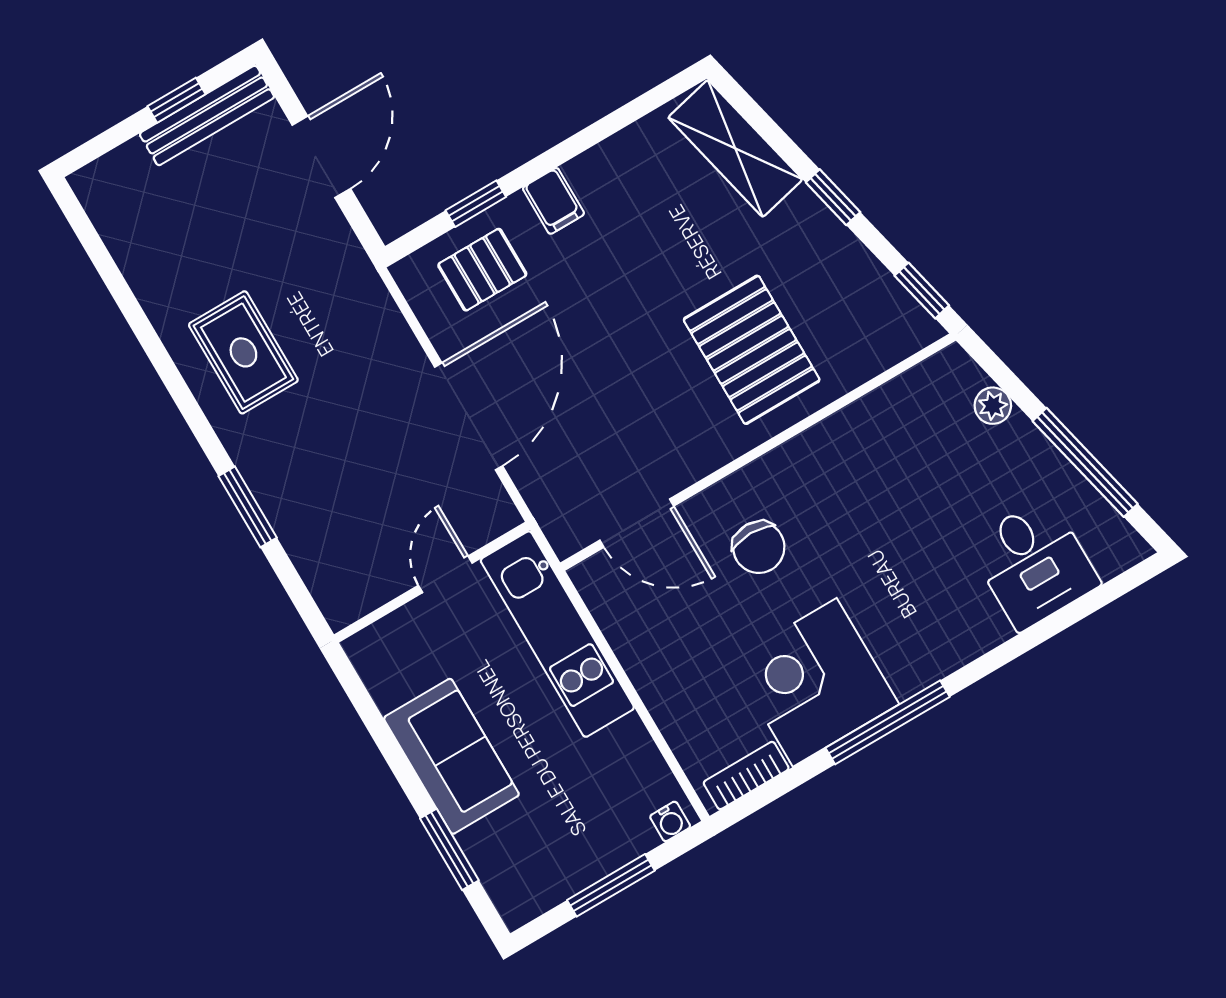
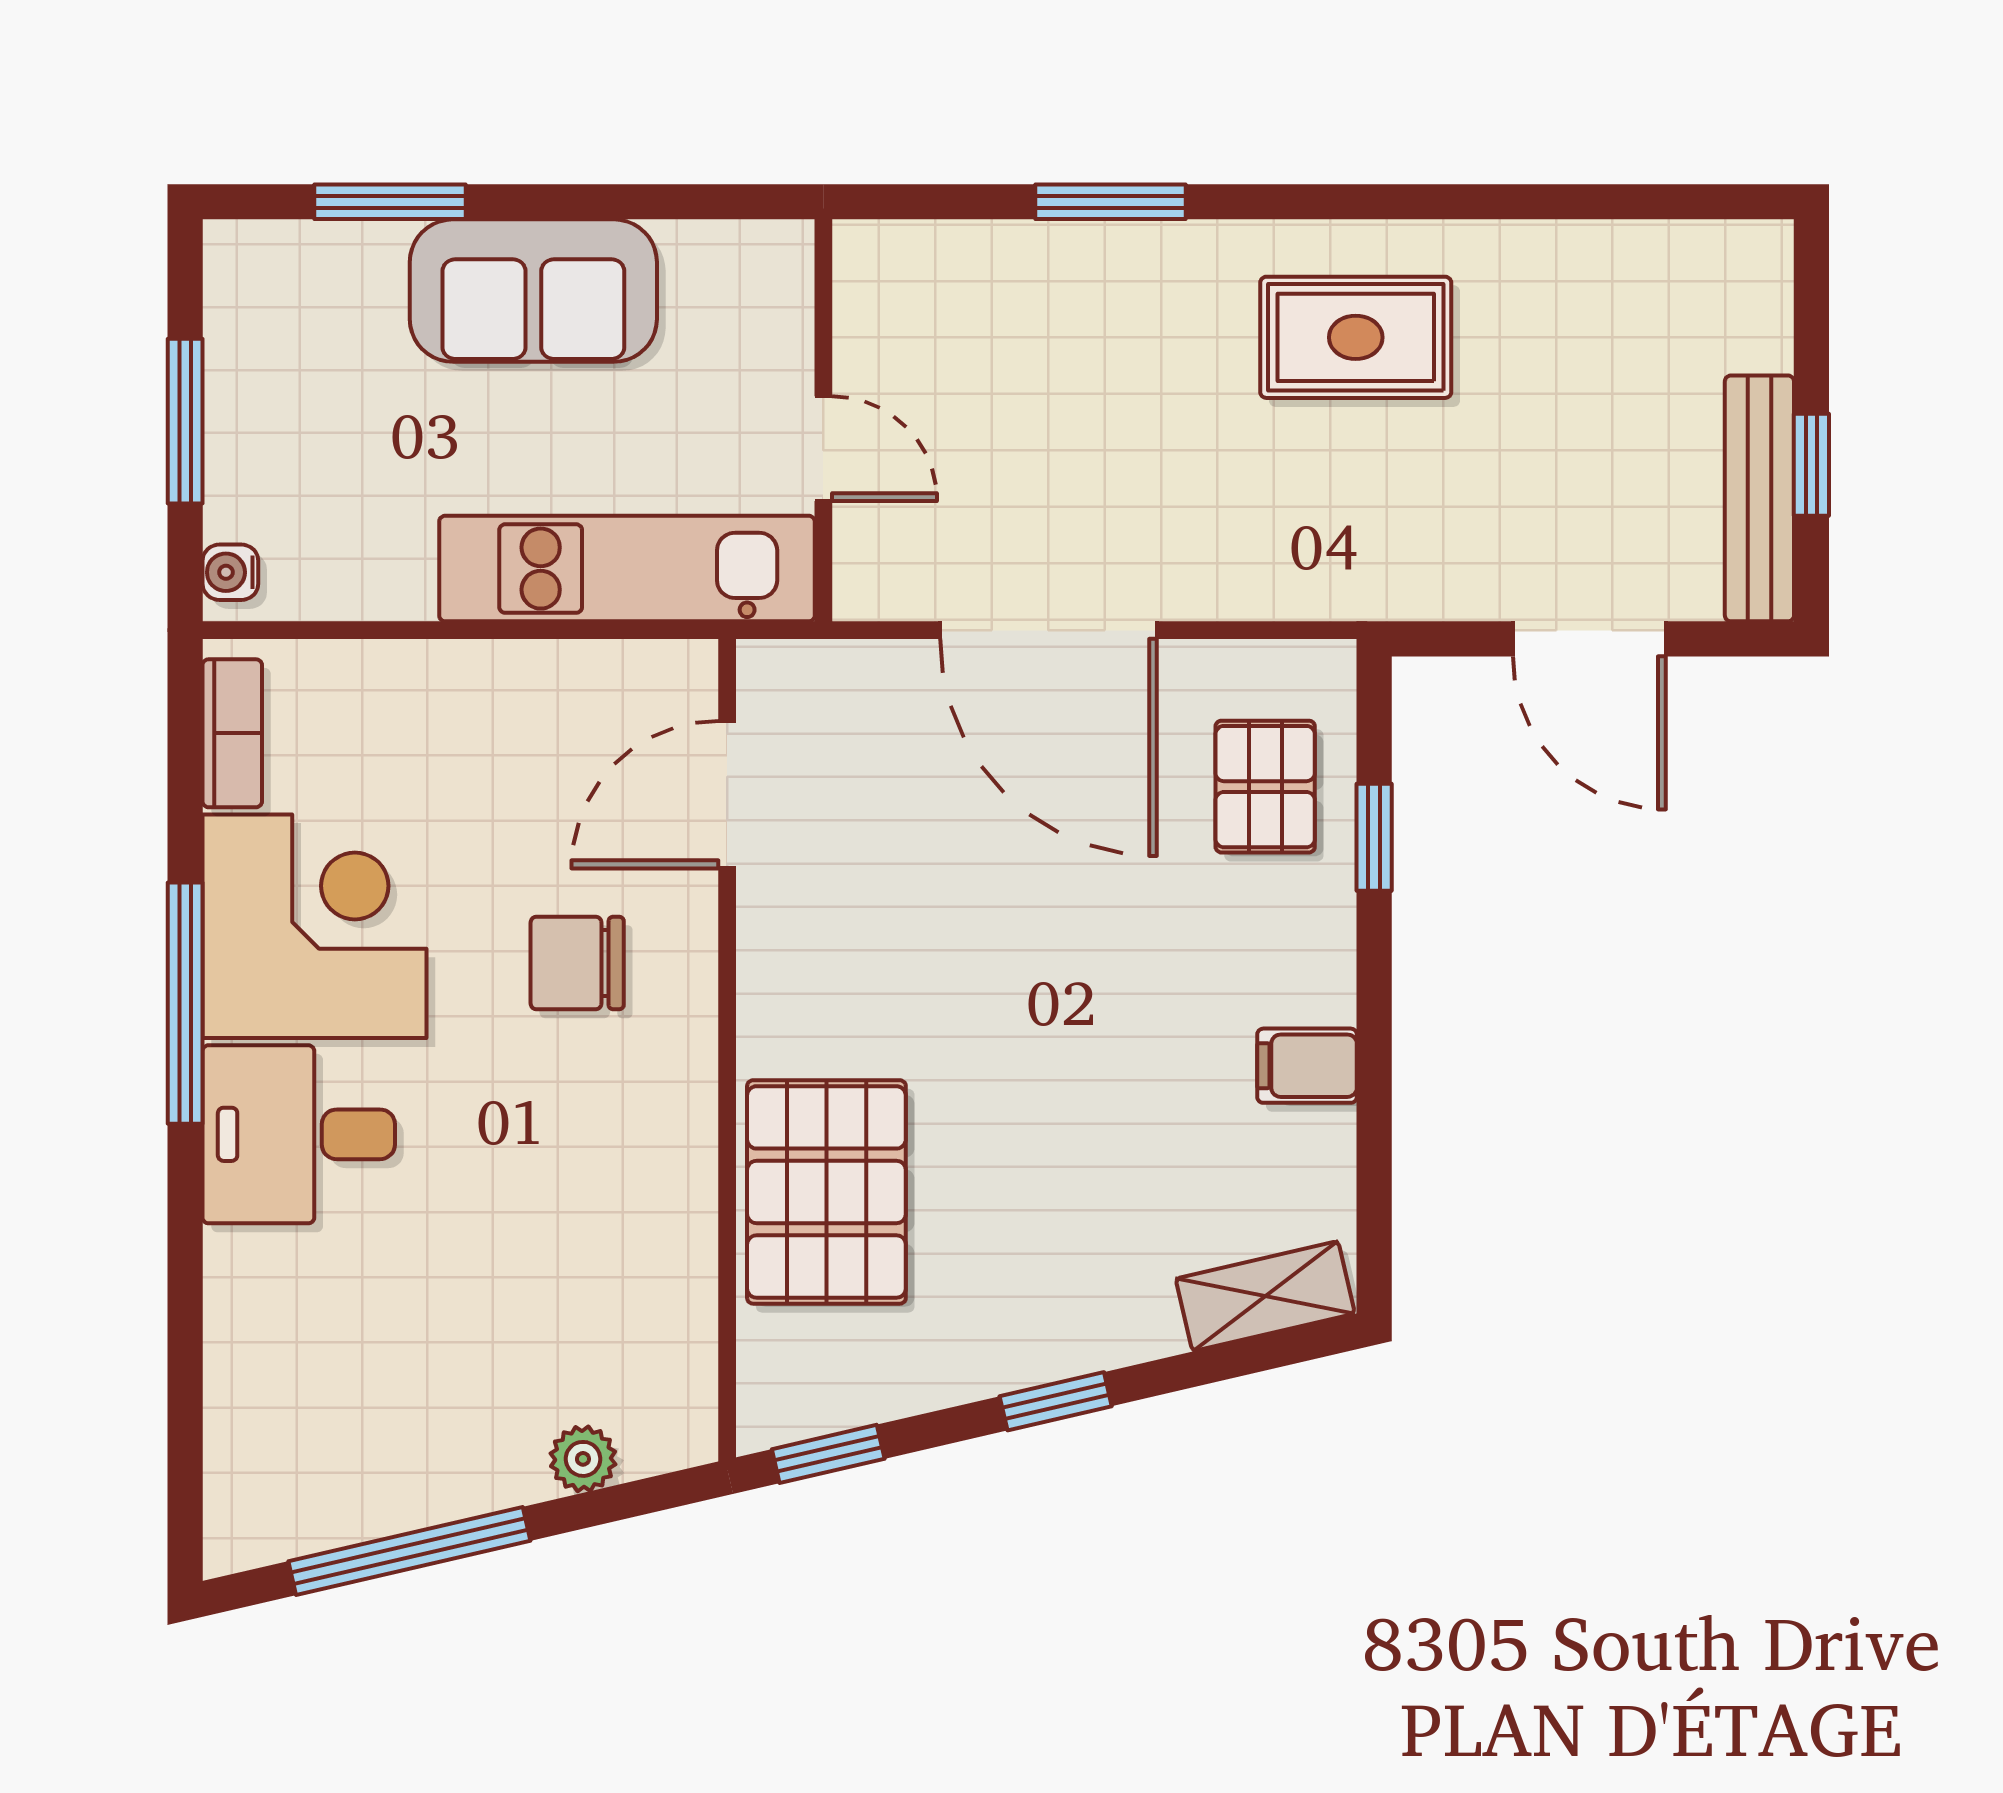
shelving: (735, 148) -> (1265, 1296), width x0.67, depth x0.75
filing cabinet: (553, 201) -> (1307, 1066), moved
pallet: (752, 350) -> (826, 1192), moved, turned 90
desk: (1034, 564) -> (299, 1134), moved

